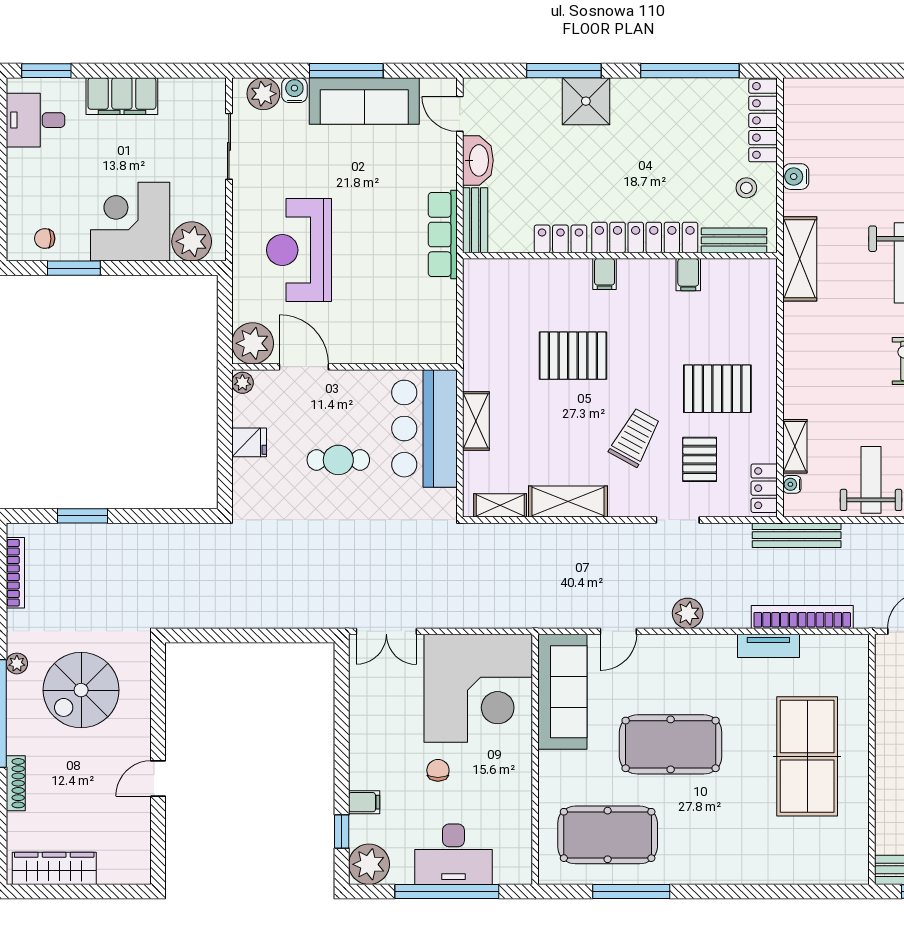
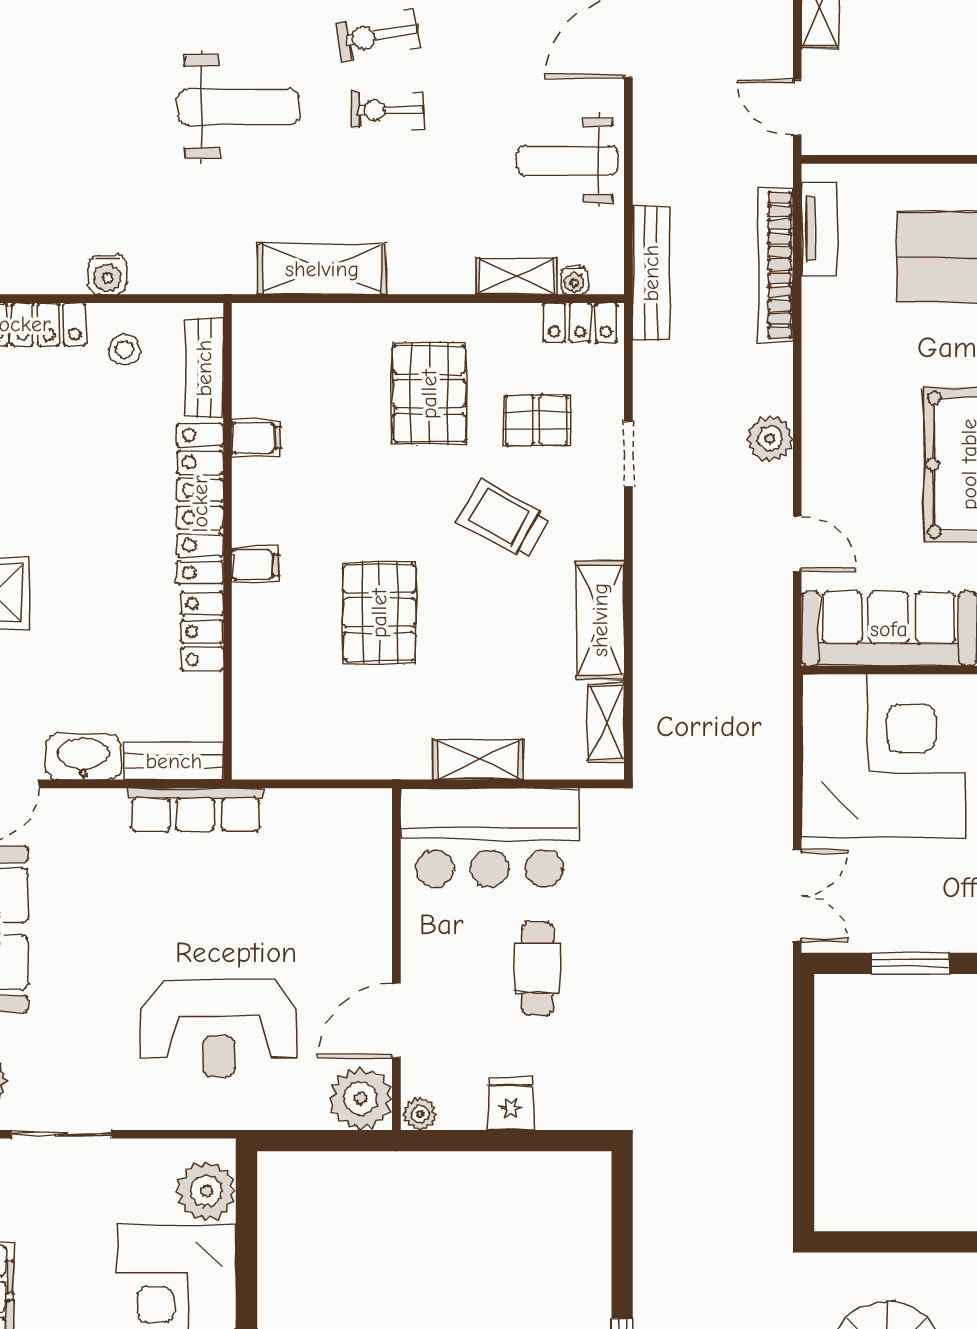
shelving: (800, 259) -> (322, 269), moved
tv unit: (768, 646) -> (819, 229), moved
window: (342, 706) -> (910, 963), added

